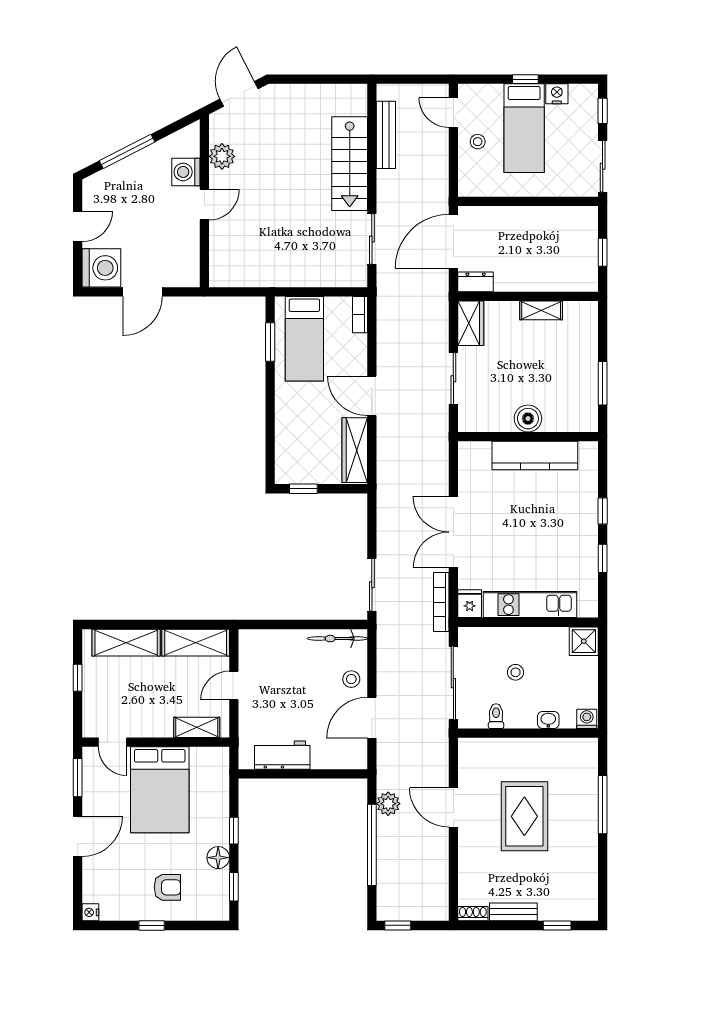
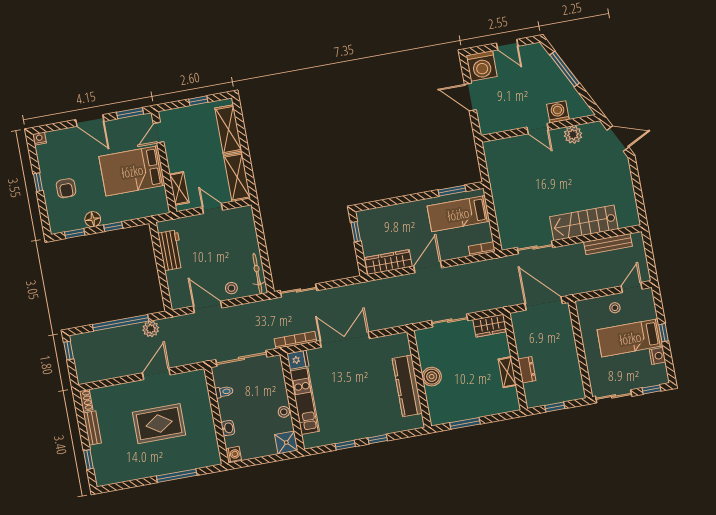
dresser: (476, 282) -> (527, 370), moved
stool: (516, 672) -> (284, 412), moved

